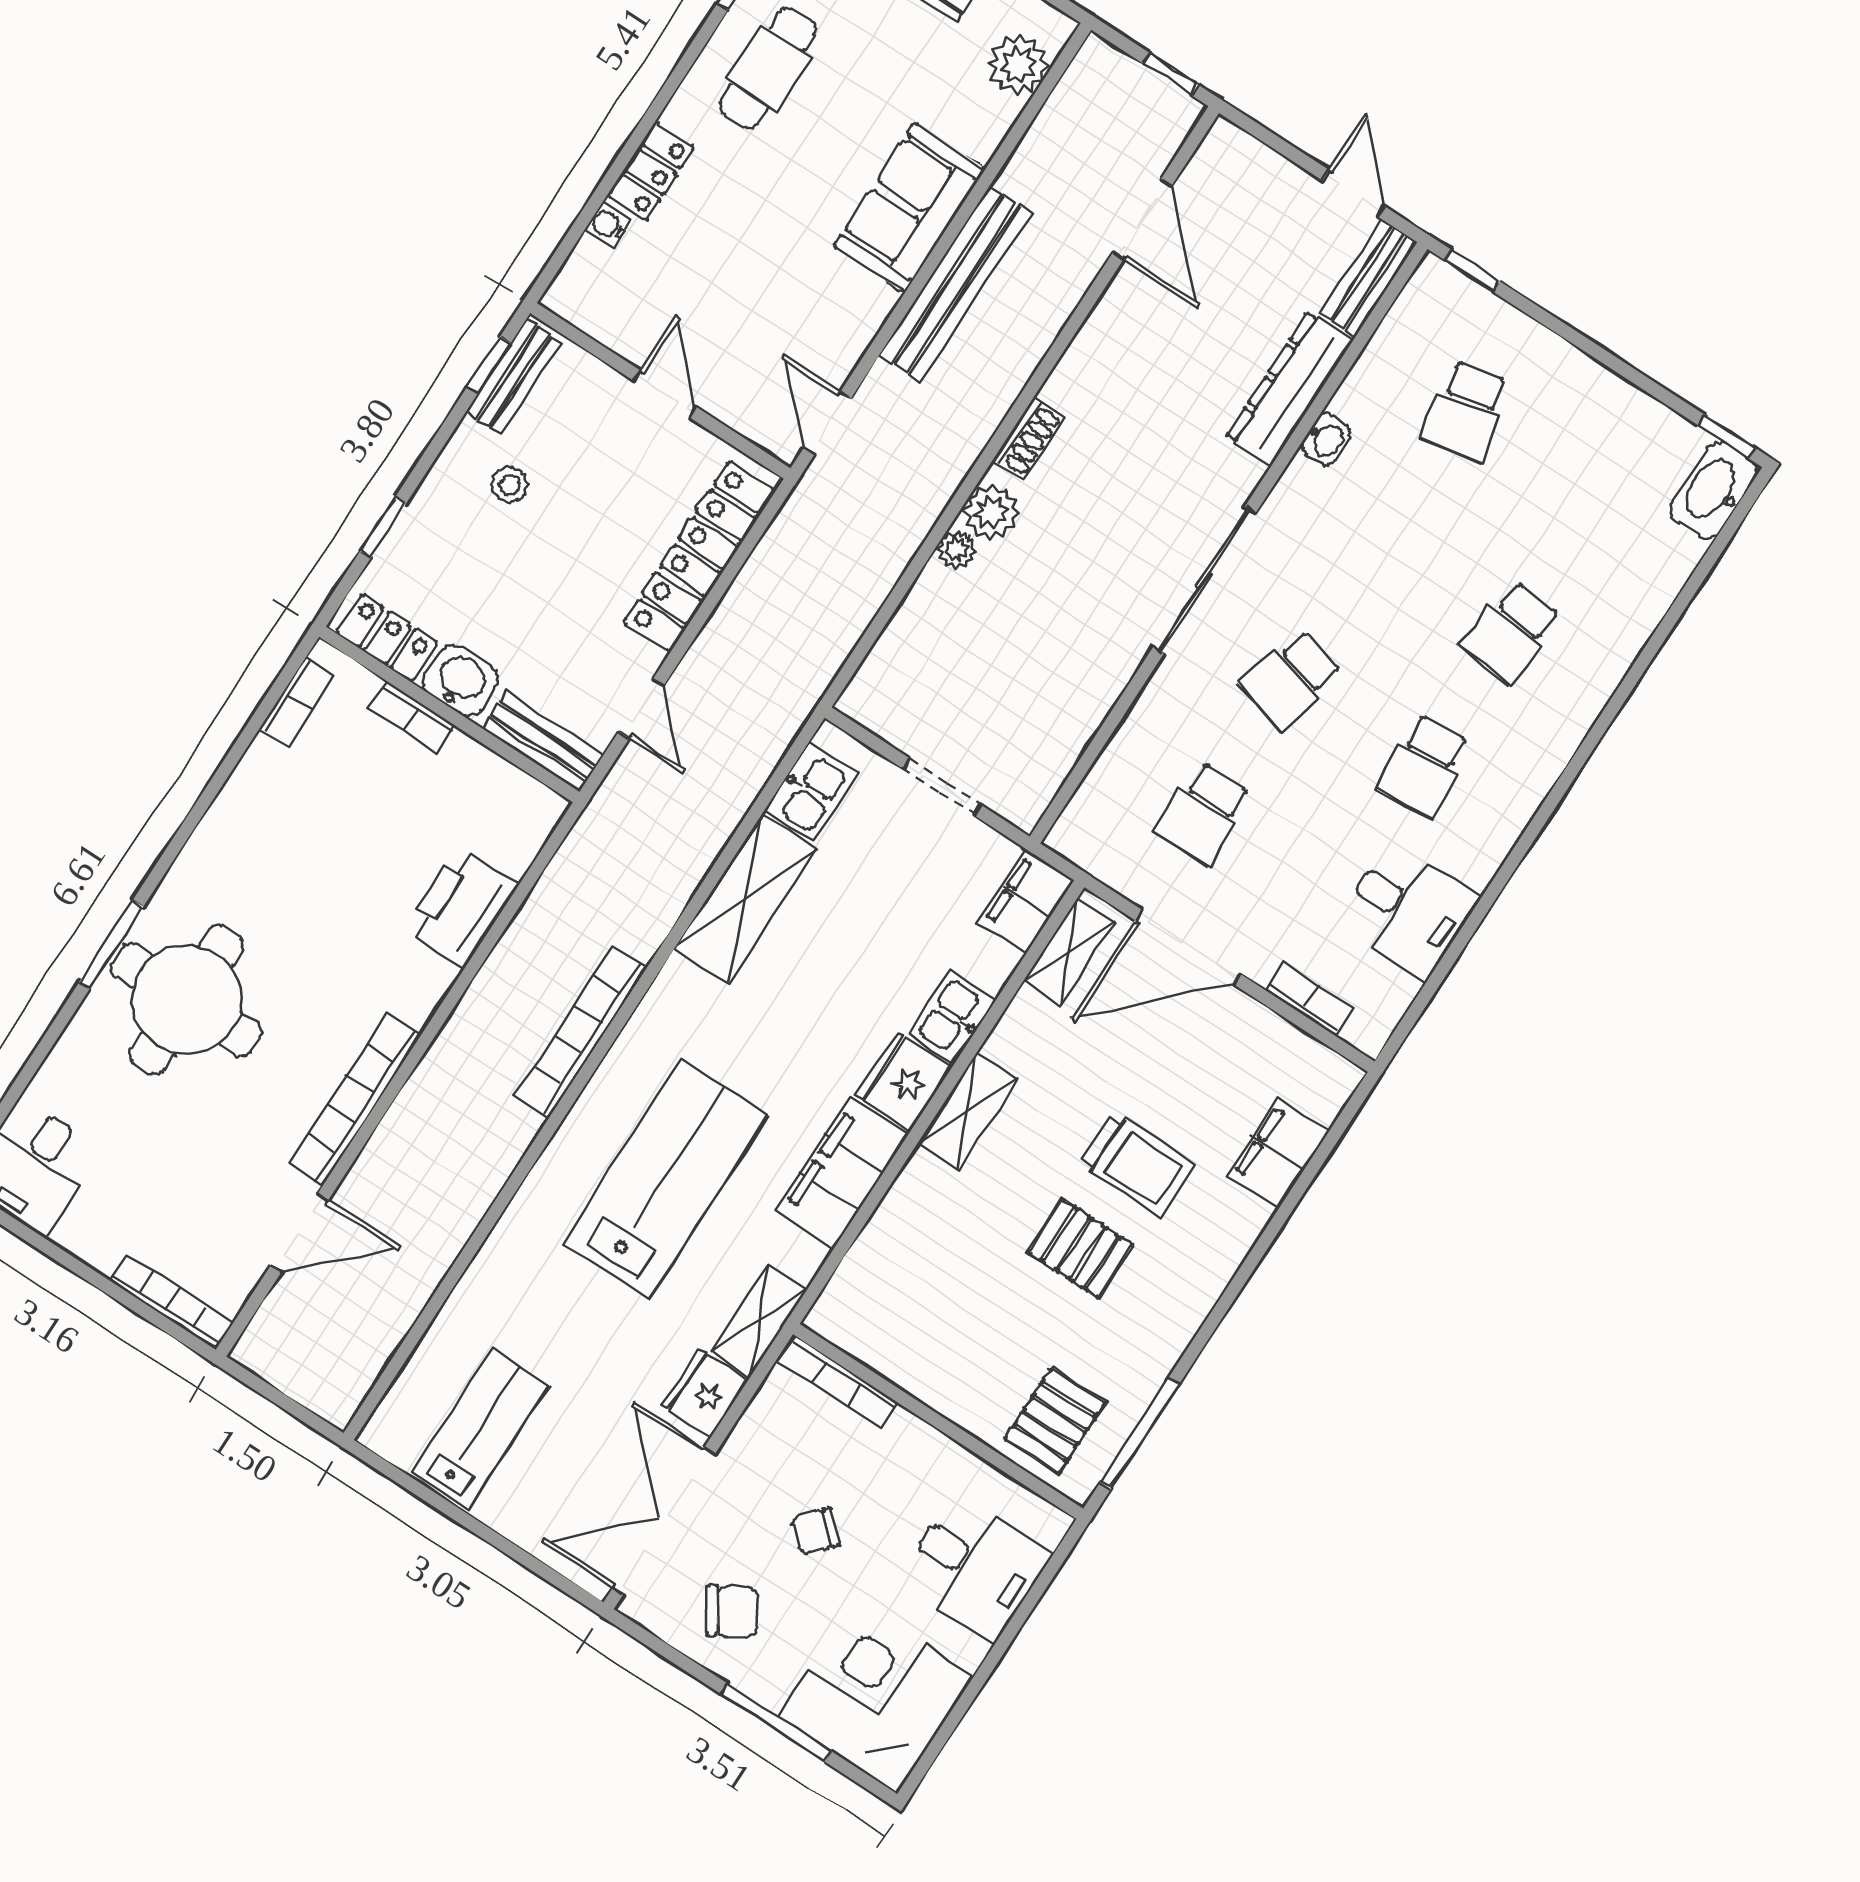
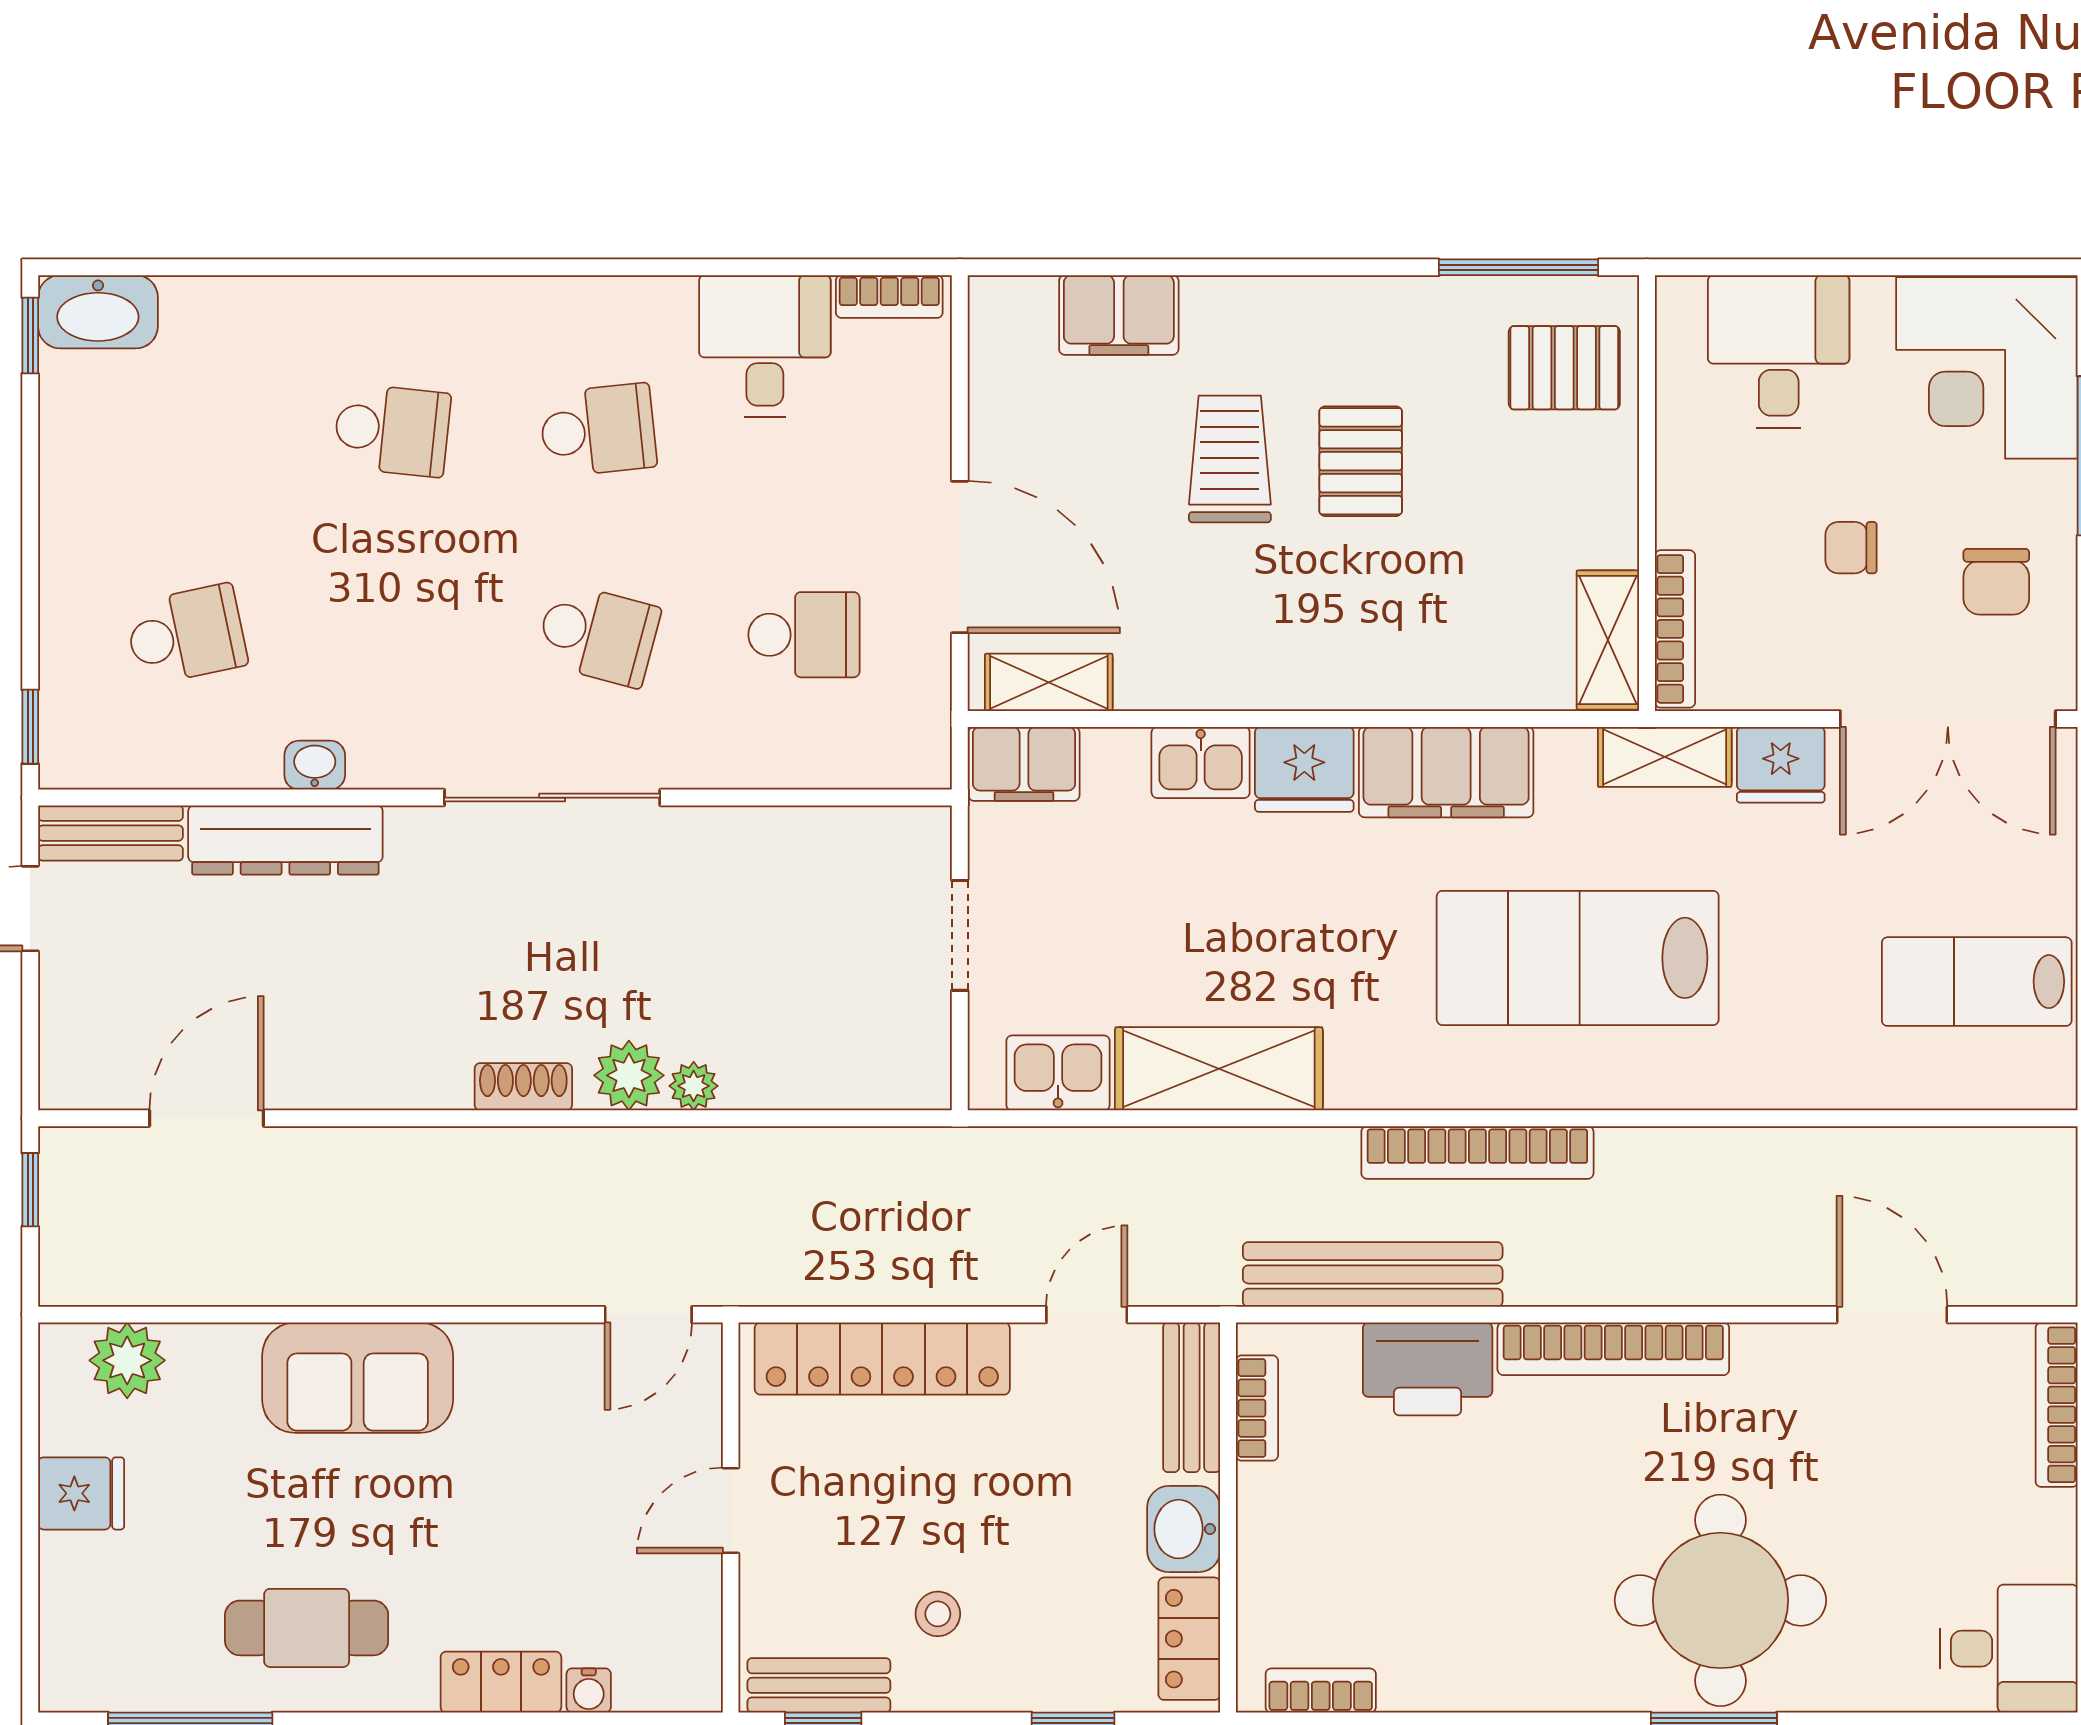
bench: (955, 284) -> (1373, 1274), moved
bookcase: (412, 717) -> (1257, 1408), moved
bookcase: (1309, 999) -> (889, 297), moved, turned -90
bookcase: (354, 1100) -> (1613, 1349), moved
shelving: (968, 1111) -> (1608, 640), moved, turned 90
chair: (816, 1531) -> (1851, 548), turned 137
chair: (732, 1611) -> (1996, 582), turned -149

